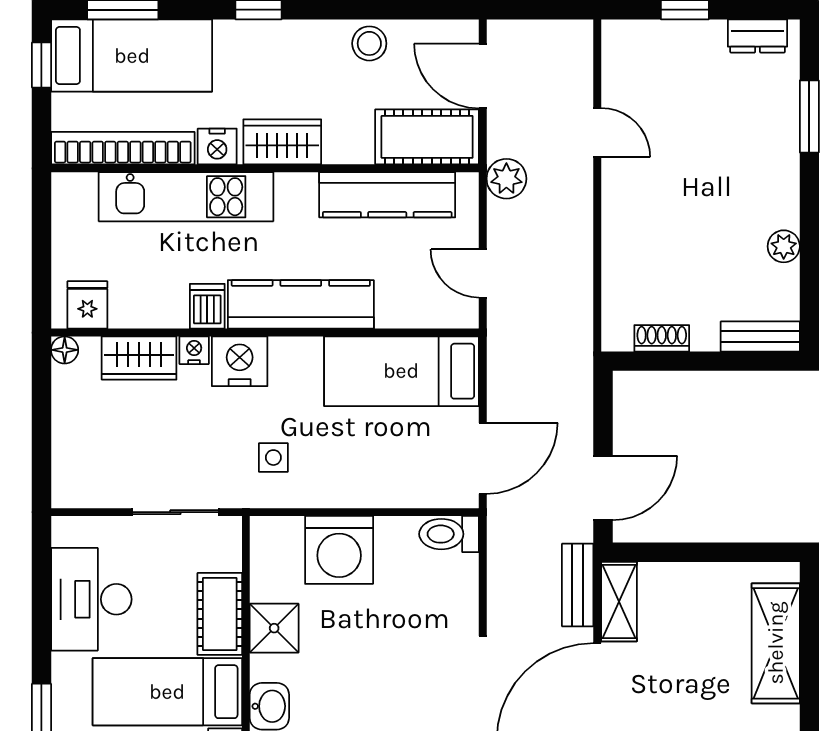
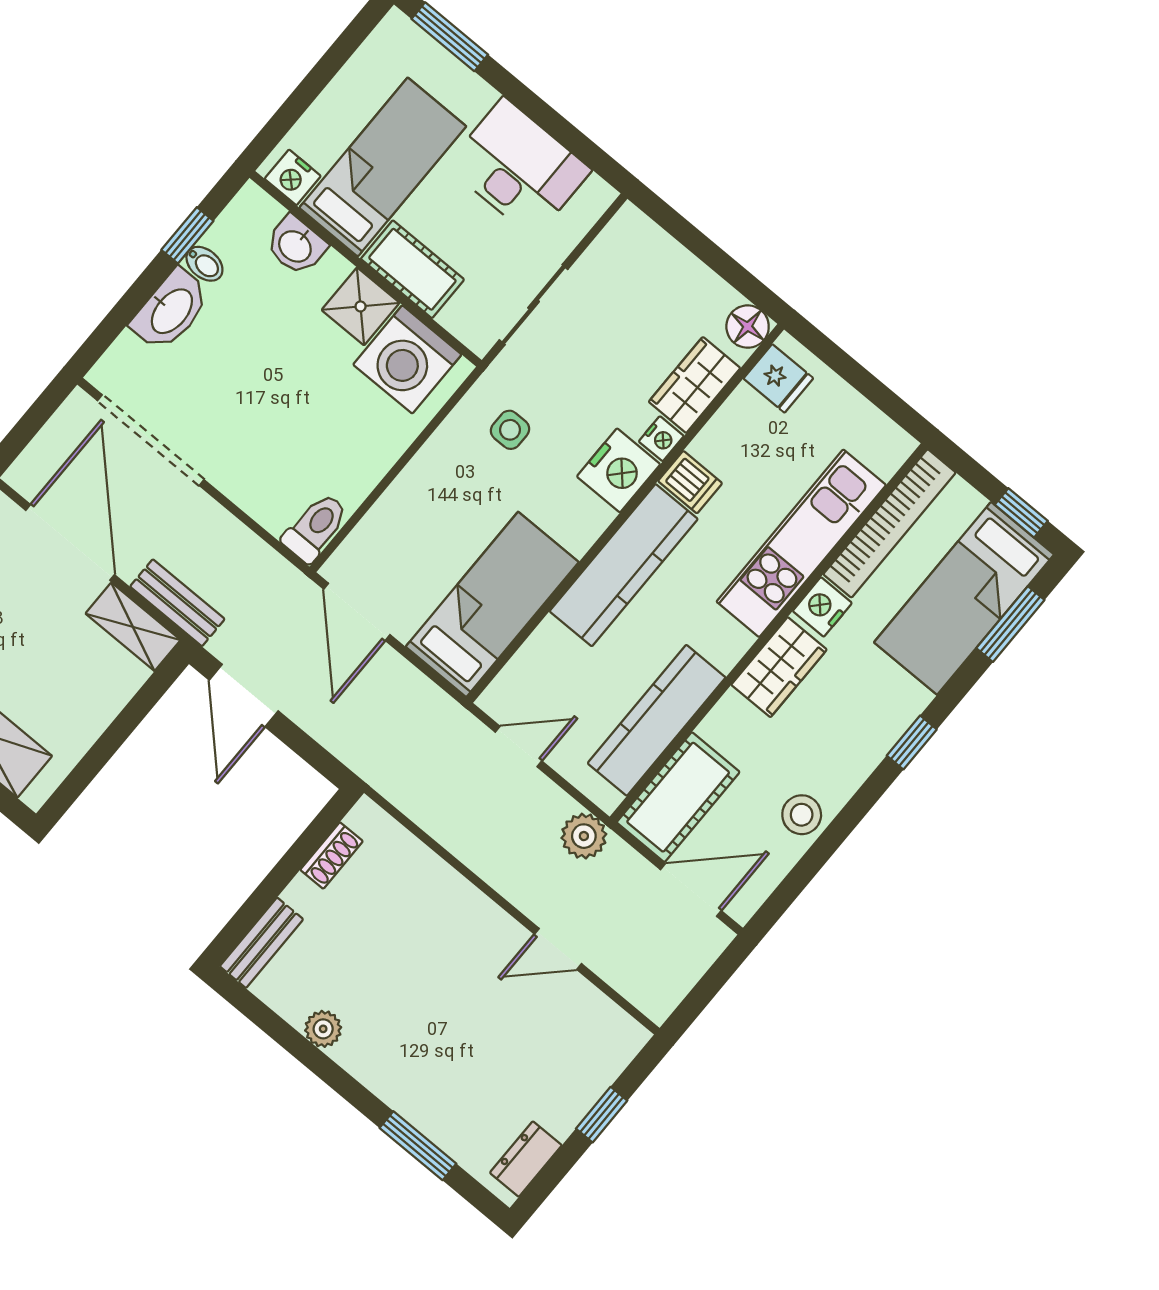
floor lamp: (65, 350) -> (748, 327), width x1.37, depth x1.37
washing machine: (339, 550) -> (407, 359), moved, turned -90

